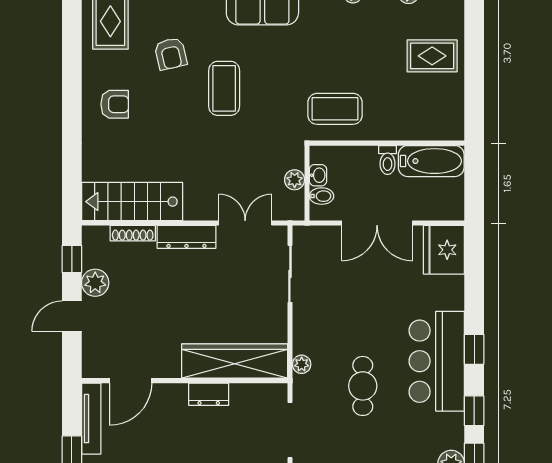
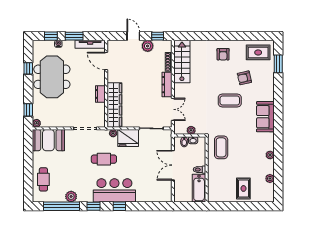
fridge: (444, 250) -> (128, 138), moved, turned 180

